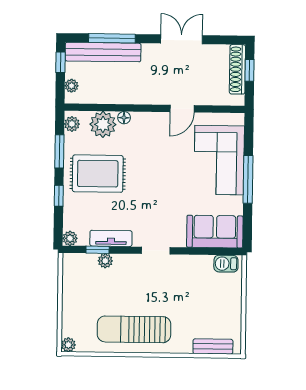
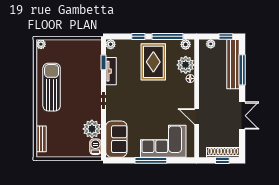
window: (59, 151) -> (167, 36), width x1.44
plant: (105, 261) -> (92, 129), moved, width x1.88, depth x1.88

